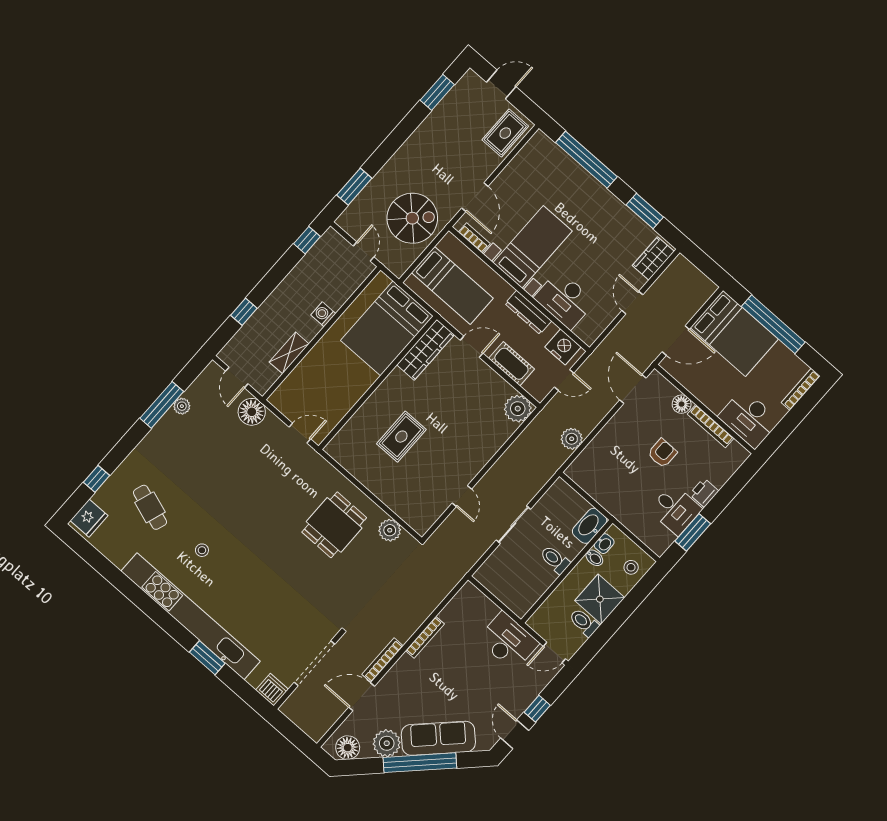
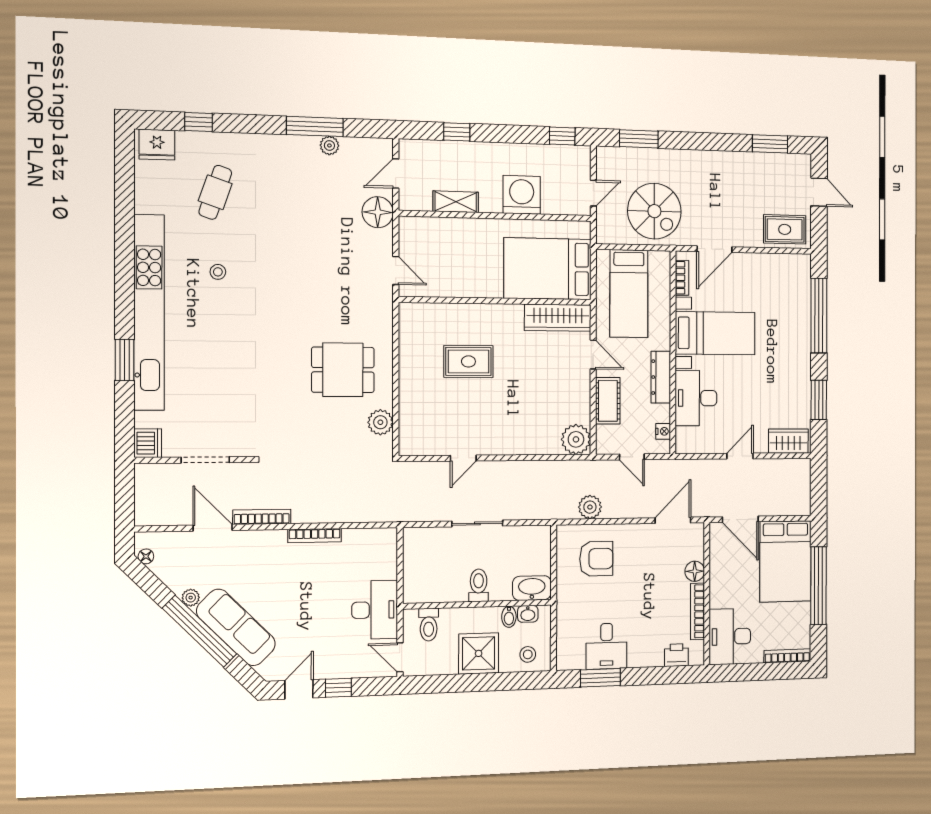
washing machine: (323, 314) -> (522, 195), width x1.89, depth x1.89
nightstand: (563, 347) -> (663, 431), width x0.53, depth x0.56
armchair: (662, 453) -> (596, 559), moved, width x1.38, depth x1.38
printer: (704, 493) -> (676, 655), moved
toilet: (584, 622) -> (429, 625), moved, turned 180
doorway: (314, 663) -> (205, 460), width x0.73
plant: (387, 743) -> (191, 598), width x0.53, depth x0.53
floor lamp: (348, 748) -> (146, 556), width x0.53, depth x0.53

